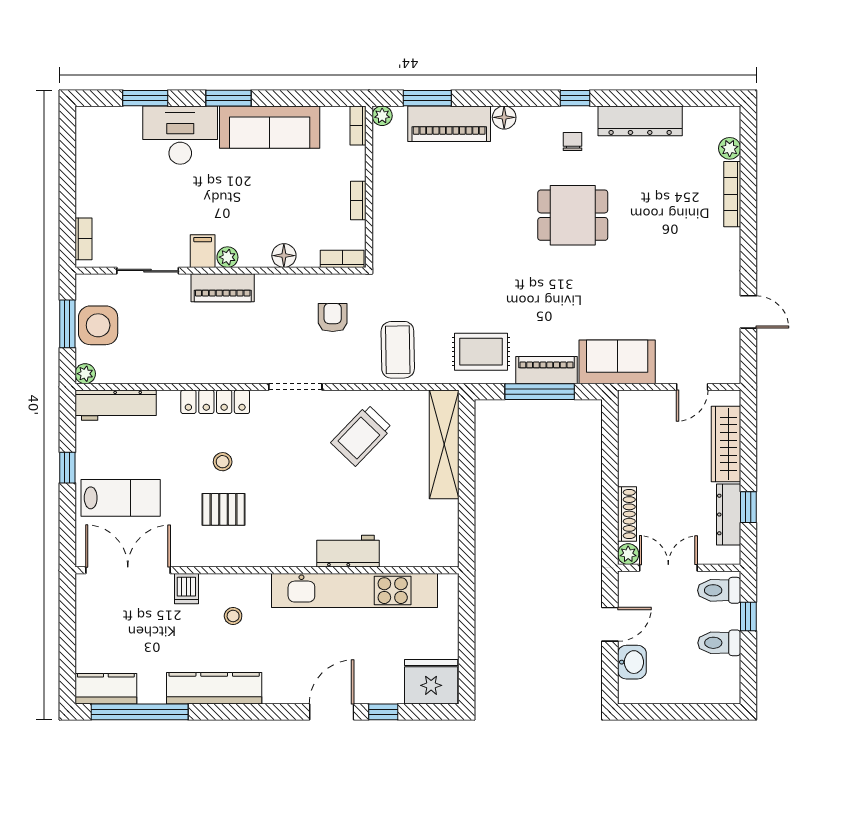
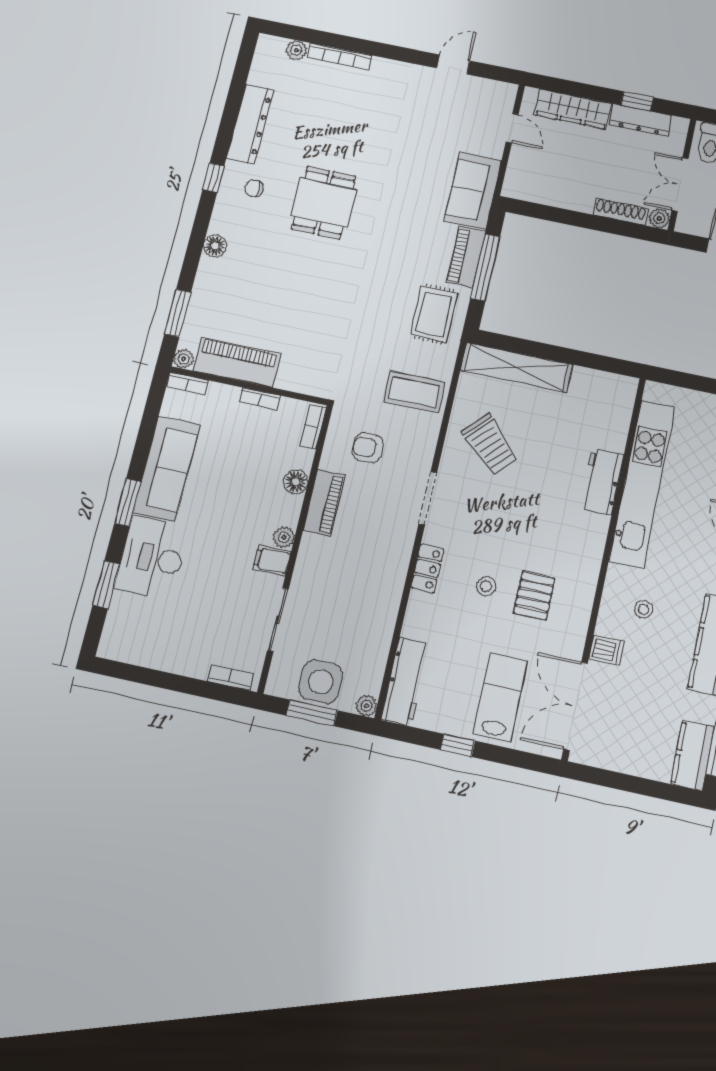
piano: (449, 124) -> (237, 362), moved, turned -90
piano: (223, 288) -> (324, 503), moved
locker: (215, 402) -> (427, 568), width x0.66

